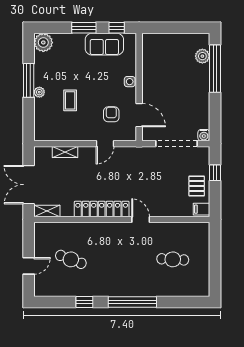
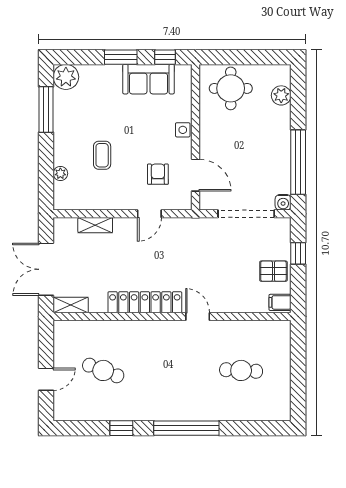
round table: (165, 51) -> (231, 88), added
window: (215, 69) -> (298, 162), moved
window: (29, 80) -> (46, 110), moved
plant: (39, 92) -> (60, 173), moved
pallet: (197, 186) -> (273, 271), turned 90

